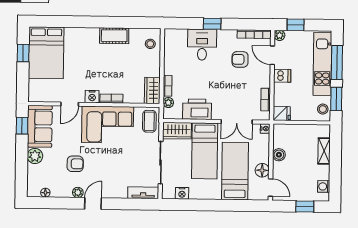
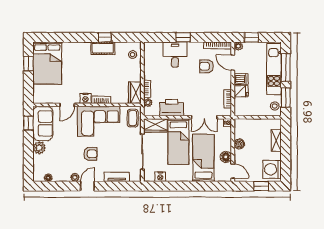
window: (117, 22) -> (105, 37), added
fridge: (282, 114) -> (241, 91), moved
armchair: (75, 164) -> (90, 154), moved
washing machine: (324, 186) -> (272, 169), width x1.89, depth x1.89
tv unit: (143, 193) -> (117, 177), moved

